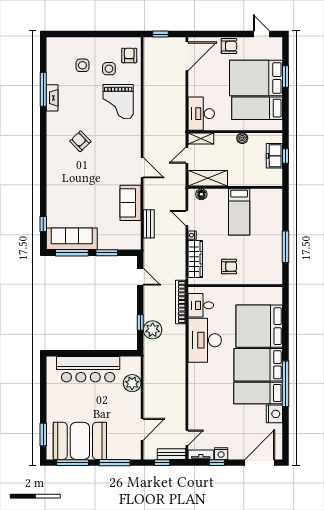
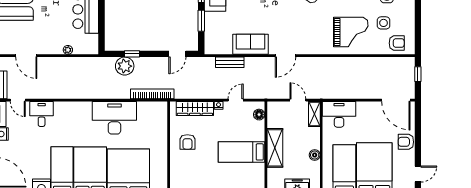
armchair: (229, 46) -> (406, 142), turned 90
grand piano: (118, 102) -> (351, 32), turned 180
shelving: (208, 178) -> (275, 148), moved
desk: (201, 305) -> (42, 114), moved
plant: (132, 383) -> (68, 50), width x0.53, depth x0.53

